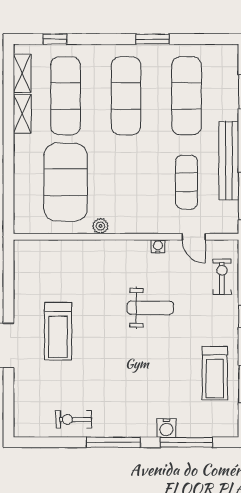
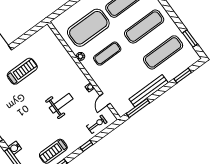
window: (153, 39) -> (190, 38), moved
exercise mat: (186, 182) -> (107, 54), moved
weight bench: (150, 308) -> (61, 103), turned -90
treadmill: (58, 331) -> (22, 71), turned 180

